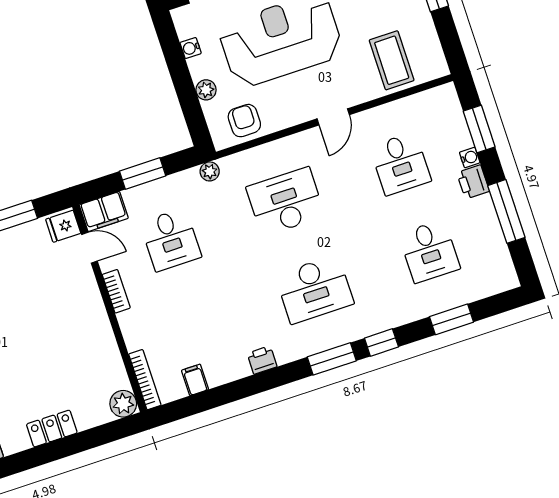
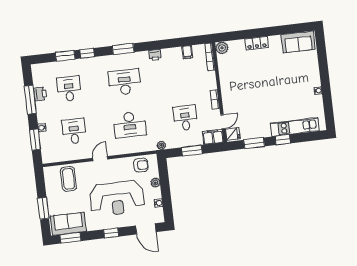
armchair: (244, 121) -> (141, 165), turned -90
printer: (473, 182) -> (40, 94), moved
door: (89, 248) -> (223, 122), swing flipped
window: (381, 342) -> (87, 53), moved

